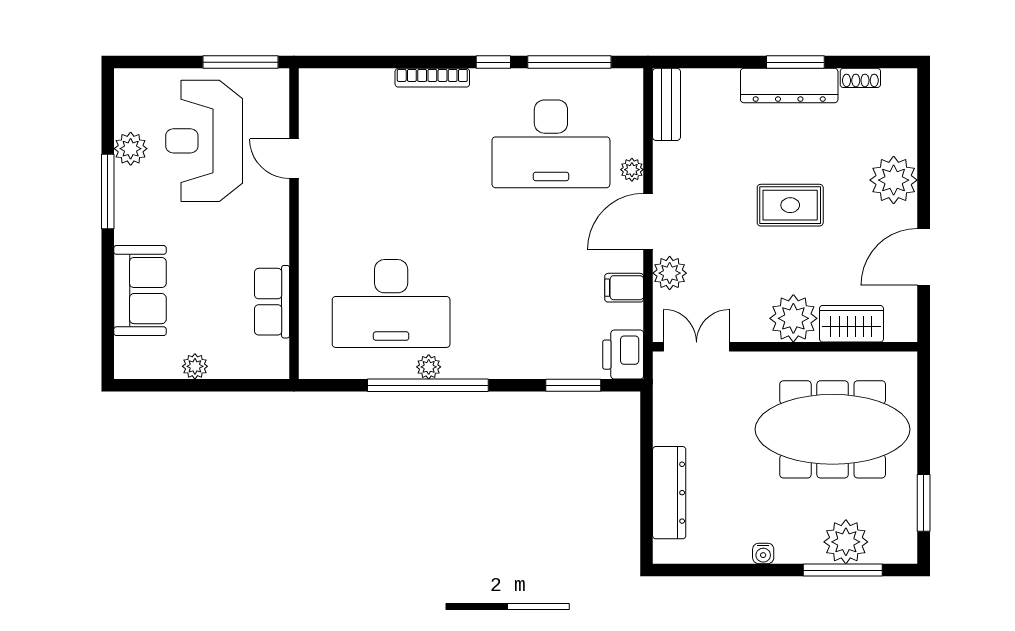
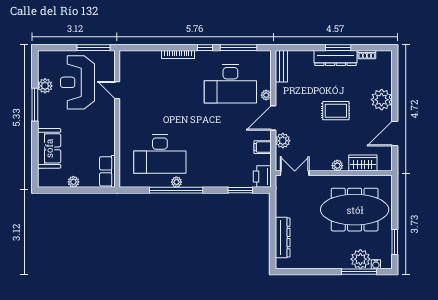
row of seats: (272, 302) -> (107, 171), moved
plant: (793, 318) -> (337, 166), width x0.53, depth x0.53
water cooler: (763, 553) -> (376, 264), moved

